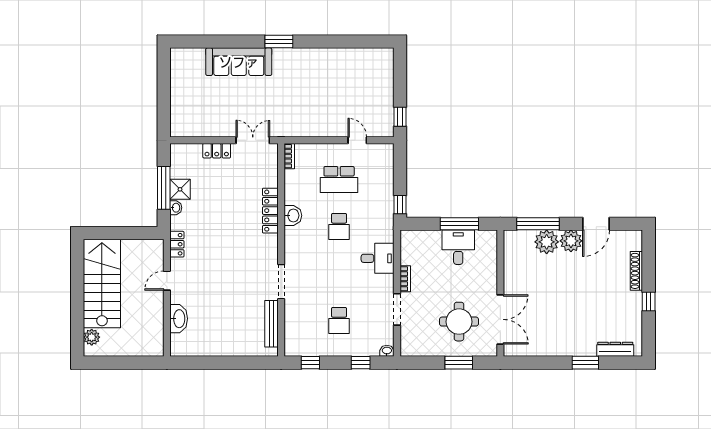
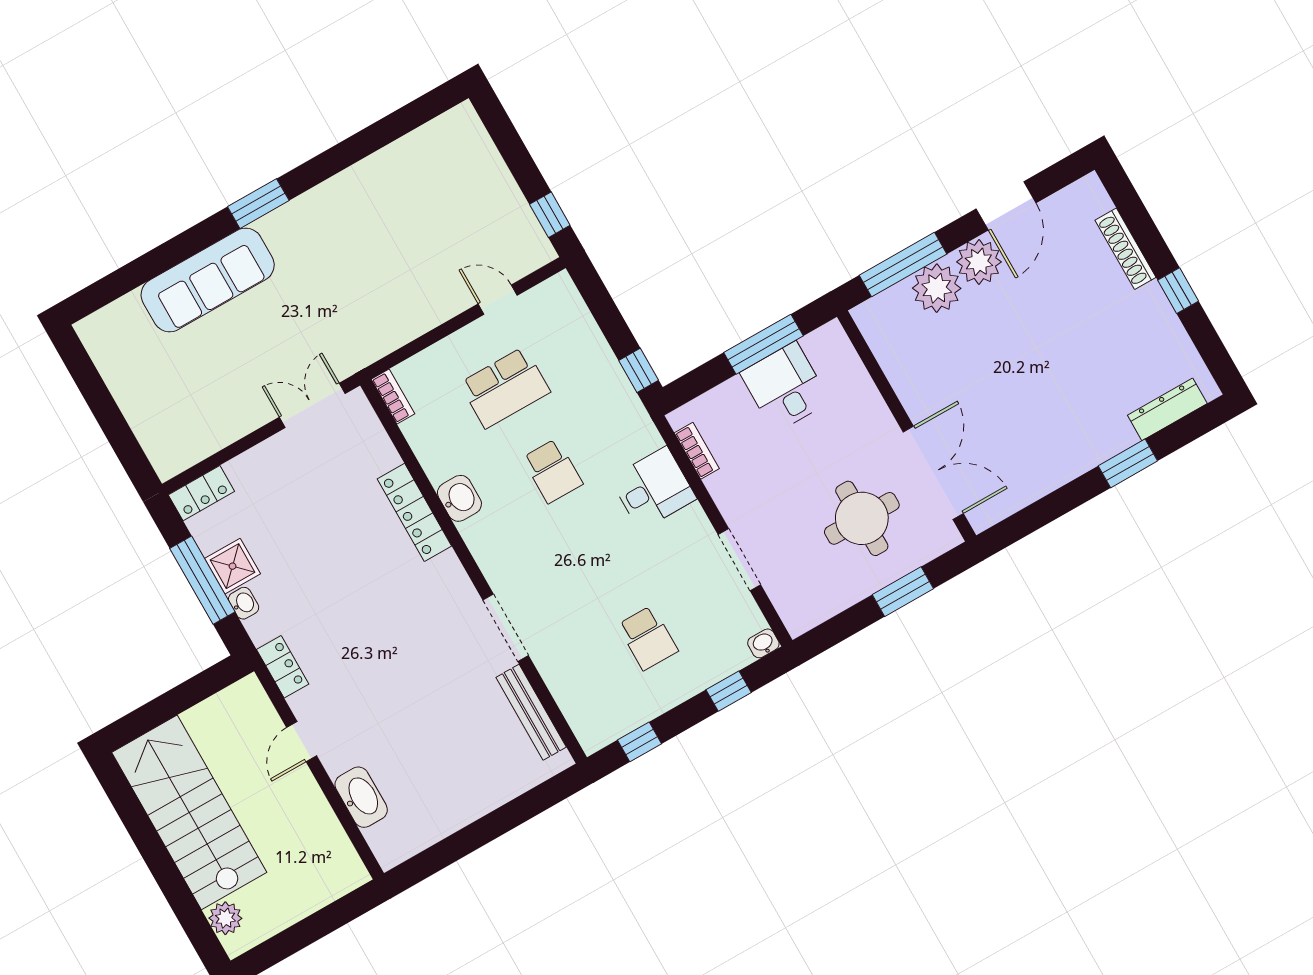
locker: (217, 151) -> (201, 493), moved
bookcase: (405, 279) -> (697, 451), moved

